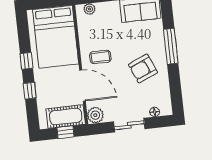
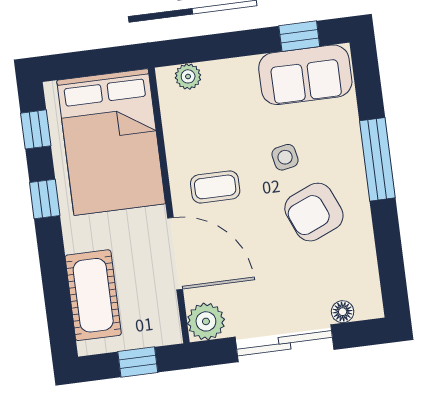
side table: (131, 45) -> (285, 157), added
window: (30, 91) -> (36, 129), moved
cot: (66, 117) -> (93, 295), moved, turned 90
sliding door: (129, 125) -> (285, 343), width x1.37

